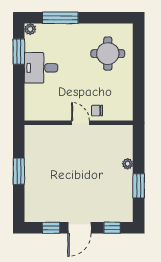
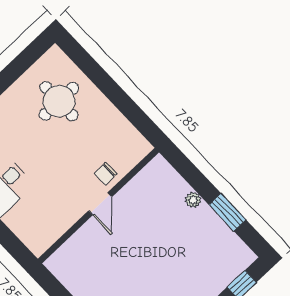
door: (80, 123) -> (100, 204), swing flipped

